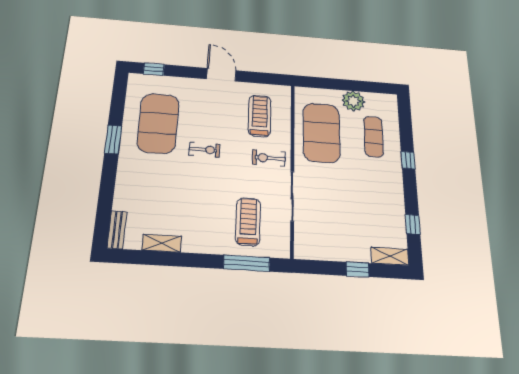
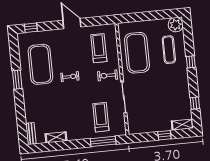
plant: (353, 101) -> (176, 25), moved

